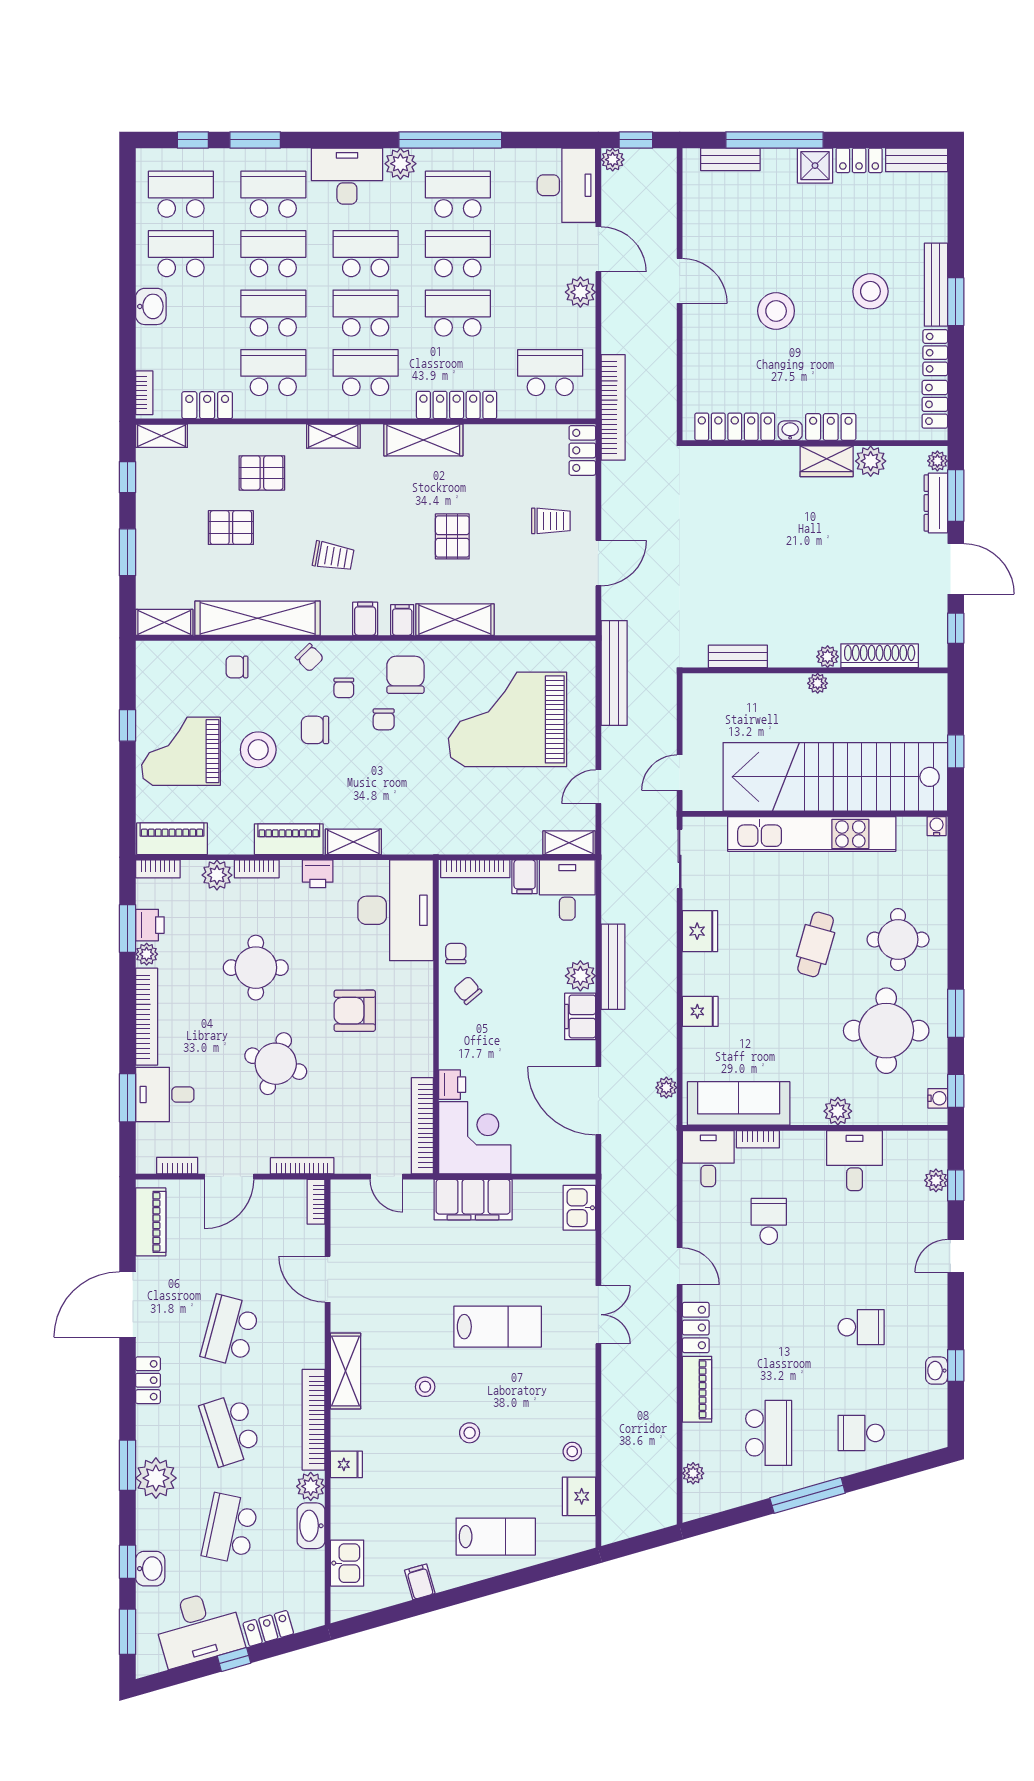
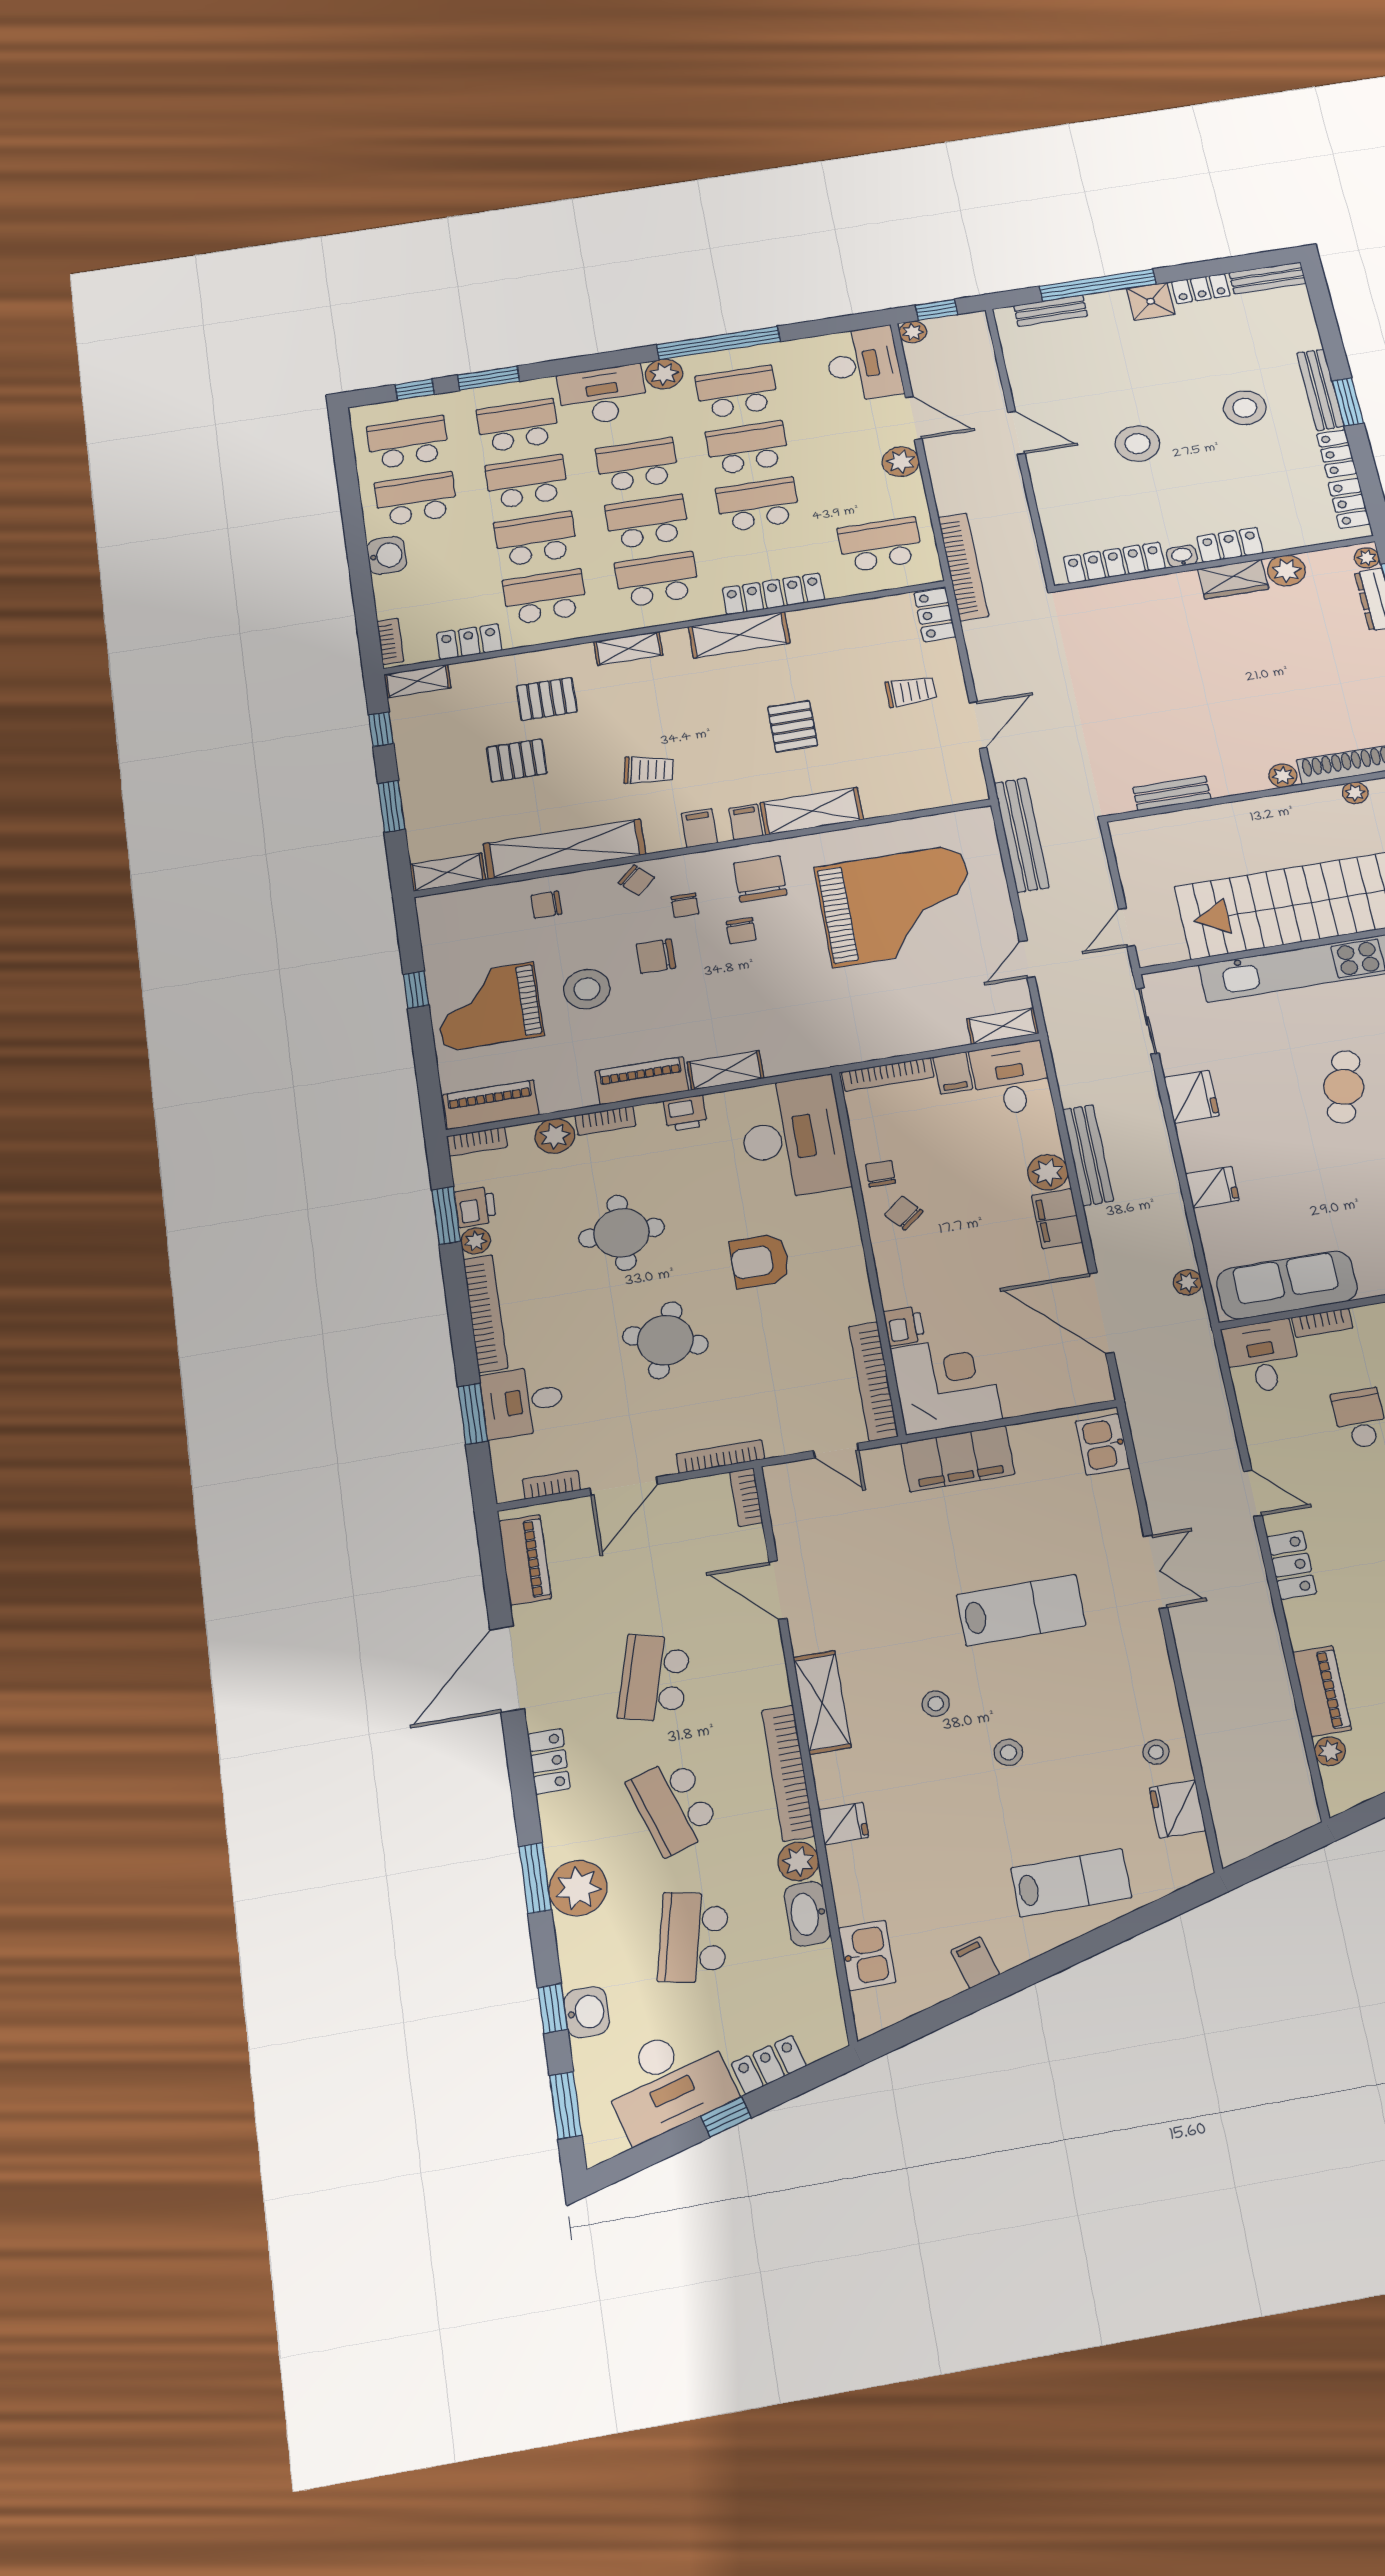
plant: (818, 683) -> (1355, 793), moved
grand piano: (507, 719) -> (898, 906), turned 180
piano: (697, 1389) -> (1322, 1691), moved

